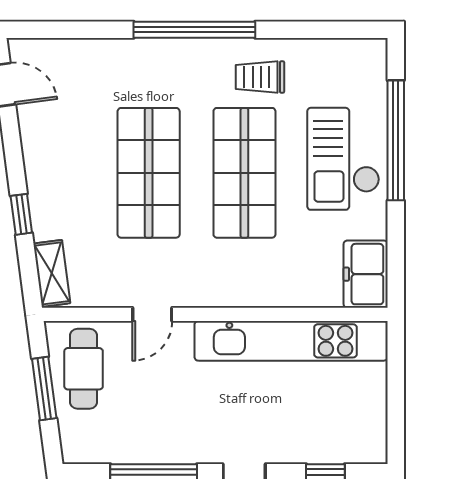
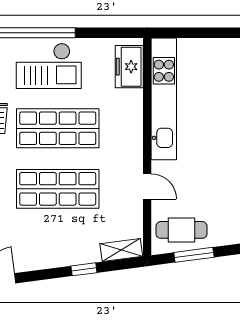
freezer: (366, 274) -> (129, 67), moved, turned 90

